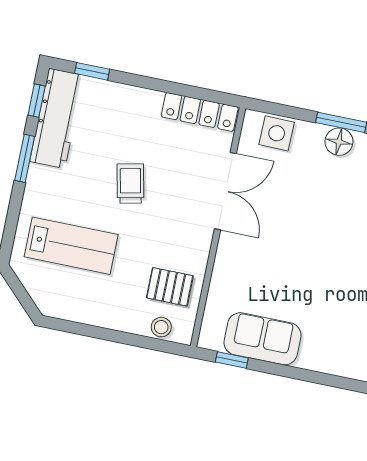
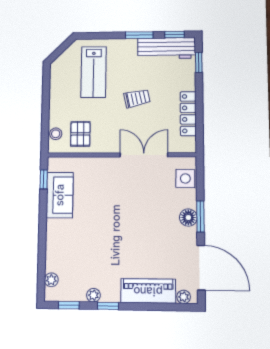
locker: (200, 112) -> (188, 114), moved
double door: (225, 191) -> (144, 155), swing flipped

